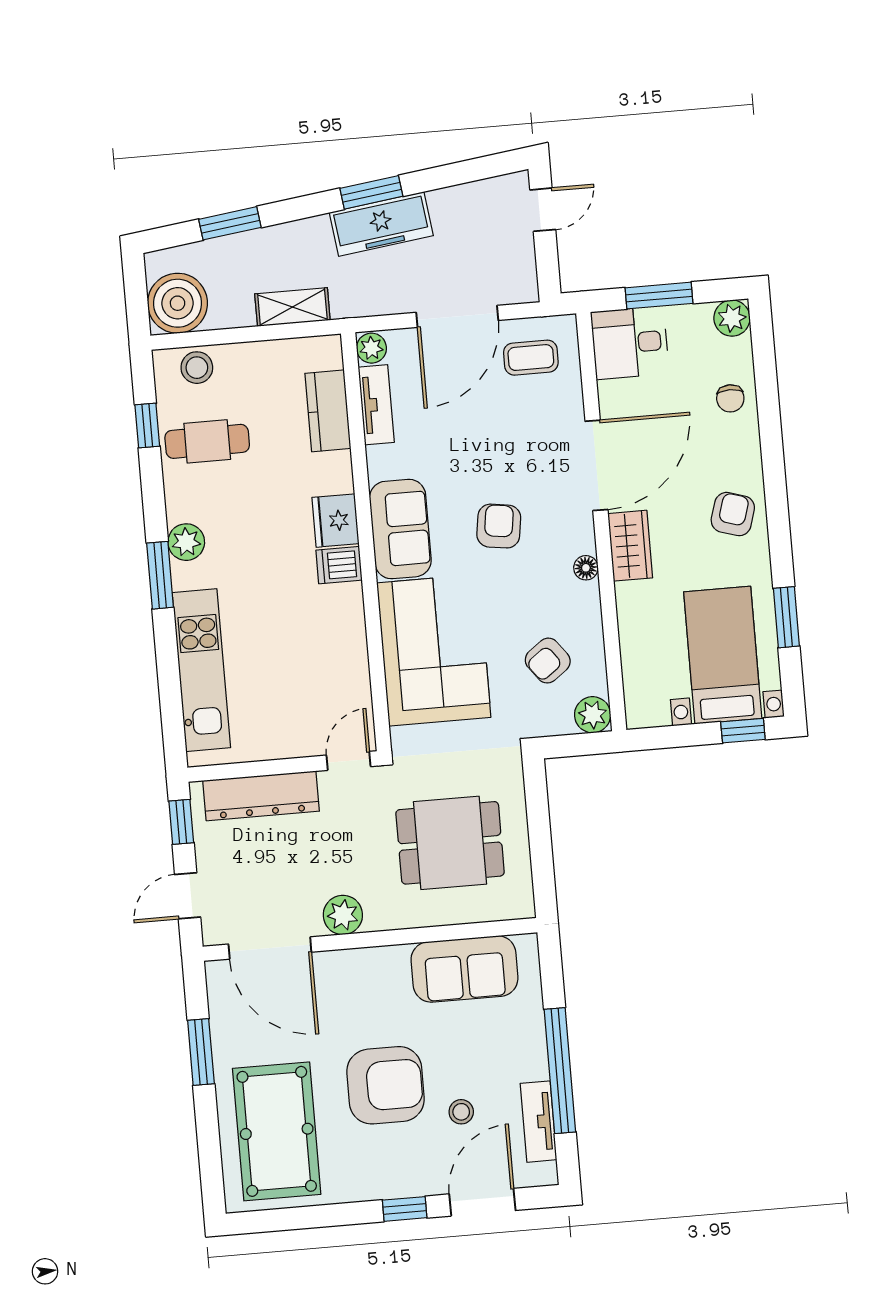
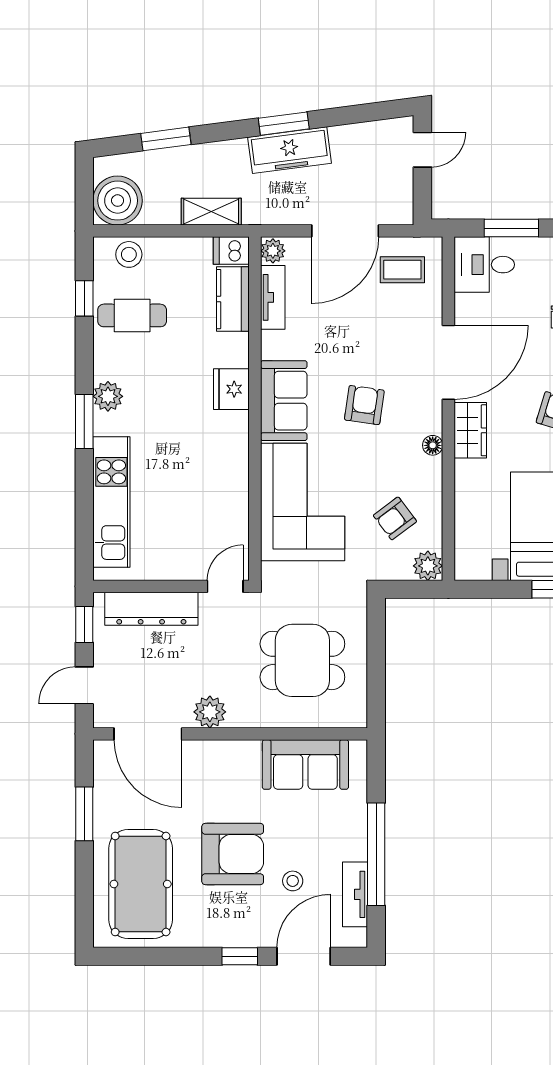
dishwasher: (339, 565) -> (231, 251), moved

